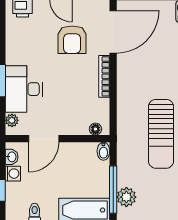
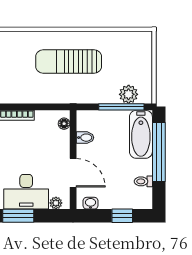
sun lounger: (161, 134) -> (69, 61), turned 180
bidet: (103, 151) -> (85, 138), moved
washing machine: (13, 174) -> (106, 202), removed

